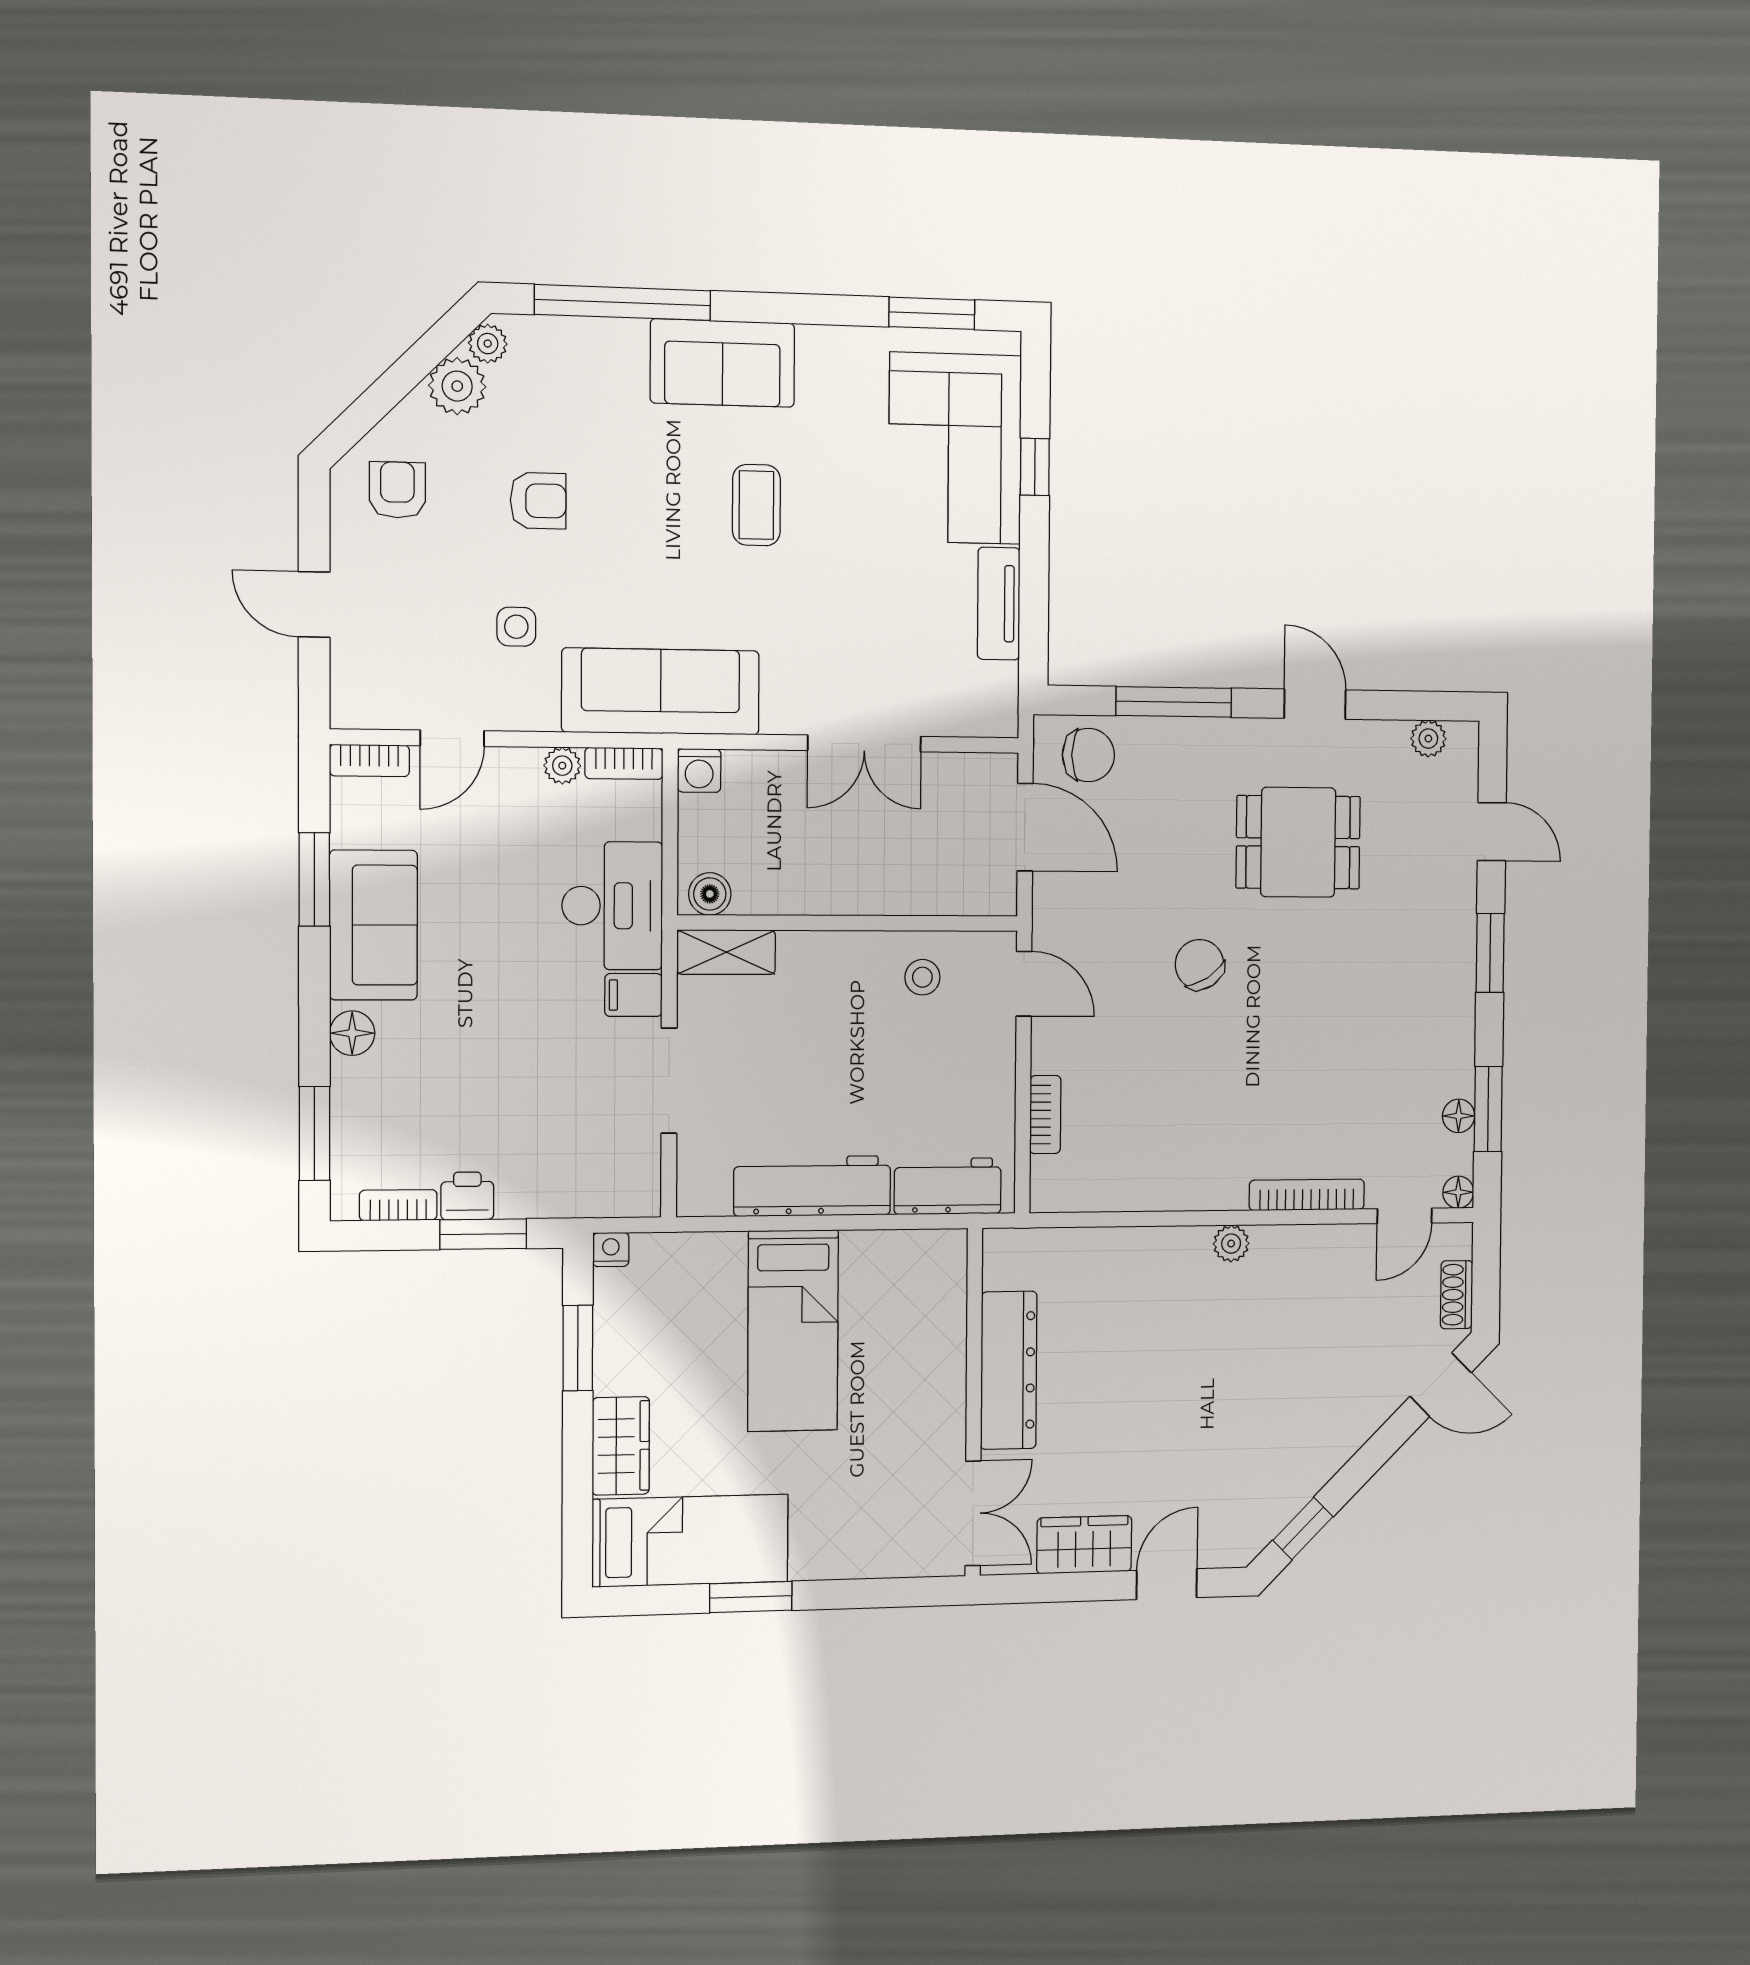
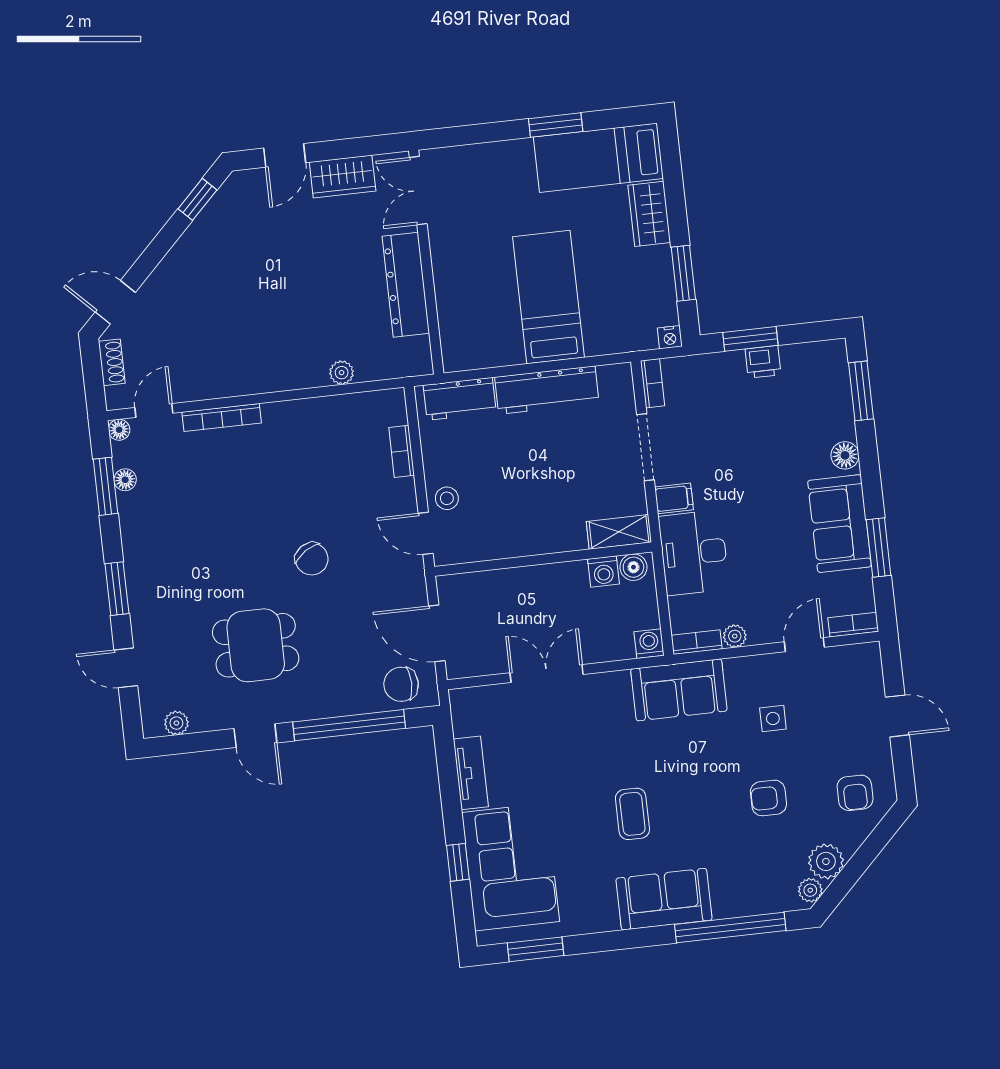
sofa: (661, 691) -> (679, 690), width x0.73
window: (1174, 702) -> (349, 725), width x1.46
washing machine: (757, 893) -> (603, 571), added
stool: (922, 977) -> (447, 498), moved
bookcase: (398, 1205) -> (653, 383), moved, turned -90
plant: (1231, 1244) -> (342, 373), moved

